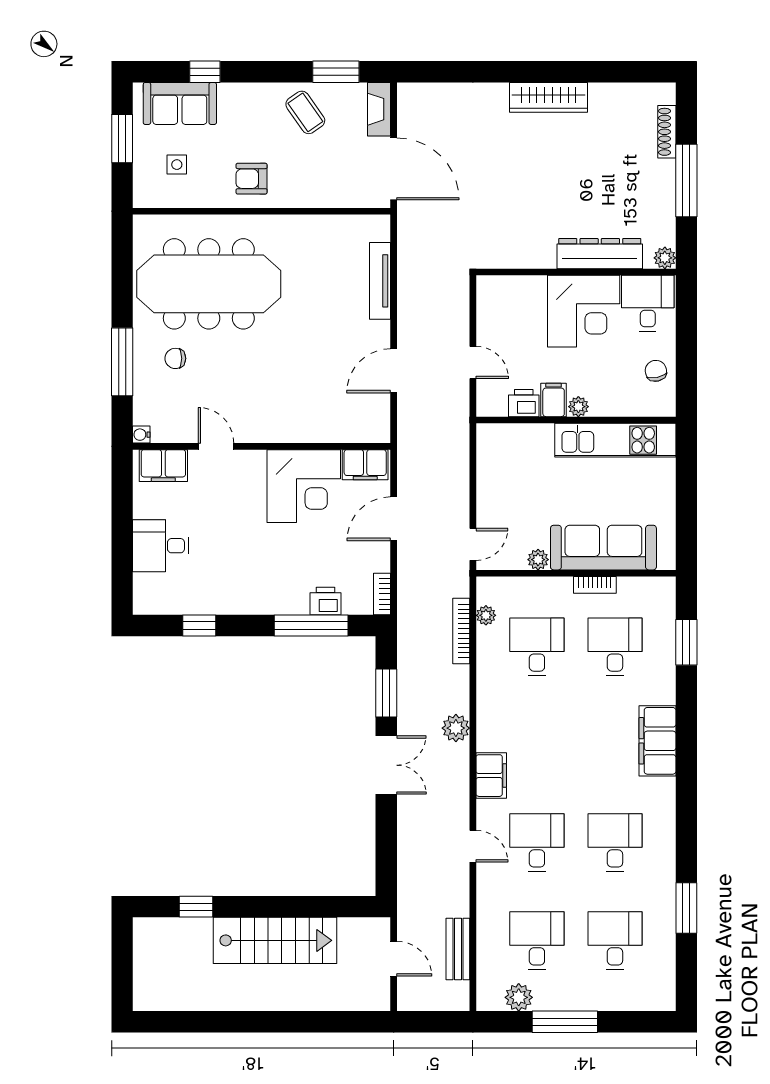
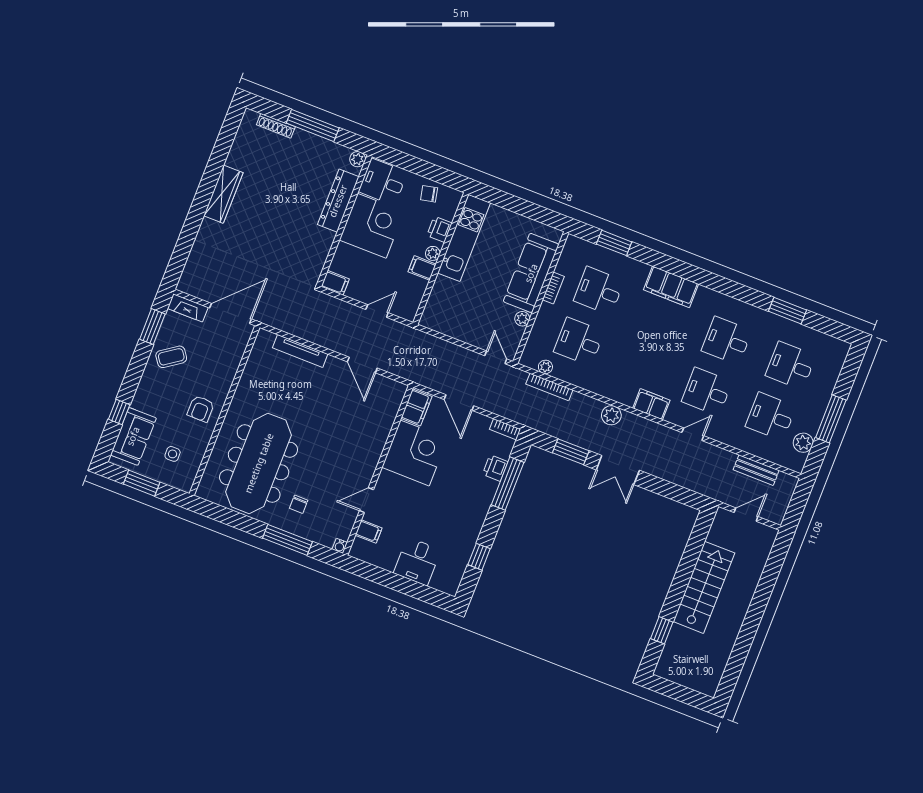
filing cabinet: (489, 292) -> (335, 283), added
printer: (524, 403) -> (439, 229), moved
filing cabinet: (163, 466) -> (369, 532), width x0.50
double door: (386, 765) -> (618, 470), swing flipped

